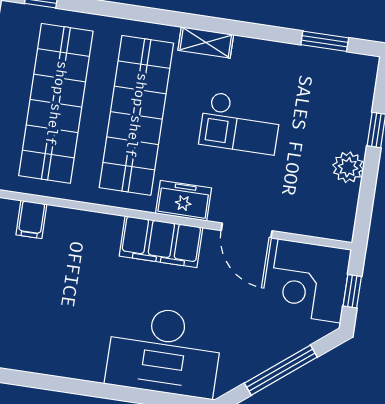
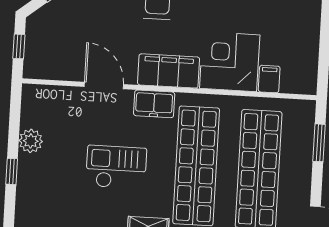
corner desk: (309, 281) -> (230, 62), moved, turned -90

